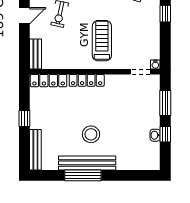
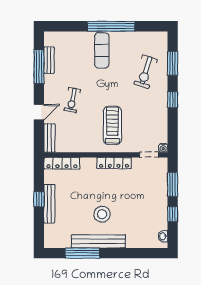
door: (24, 16) -> (39, 112), moved
locker: (87, 80) -> (114, 163), moved
washbasin: (155, 135) -> (163, 236), moved
bench: (35, 150) -> (49, 204), moved
window: (83, 175) -> (83, 253), moved

